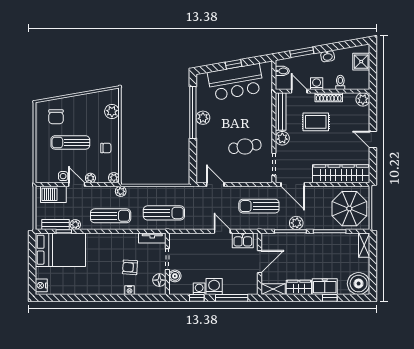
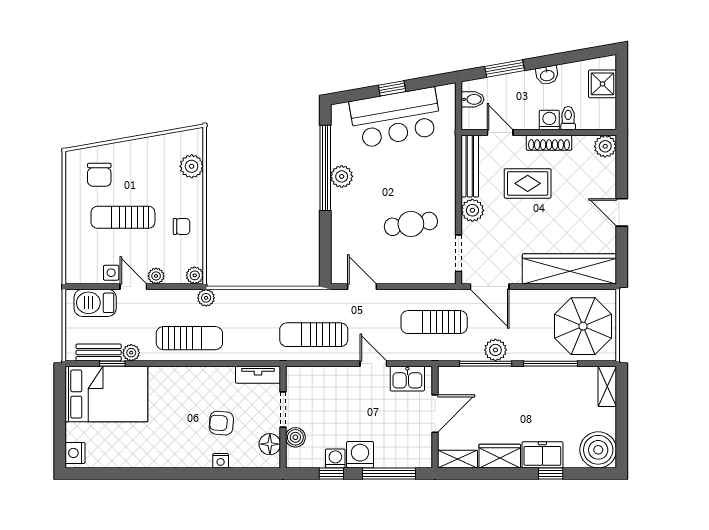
washing machine: (317, 84) -> (549, 120), moved
sun lounger: (164, 213) -> (314, 335), moved, turned 180

